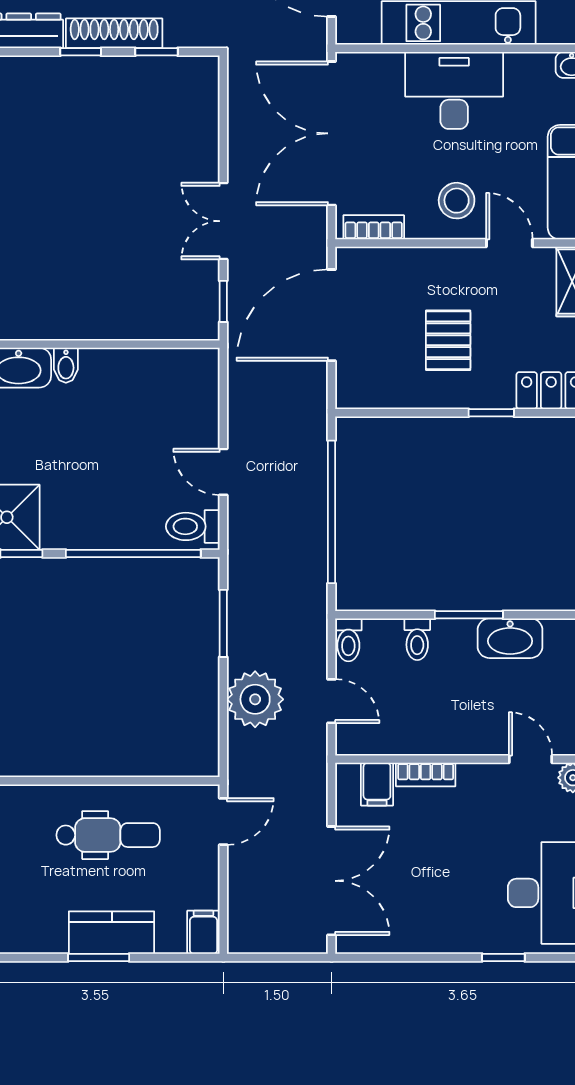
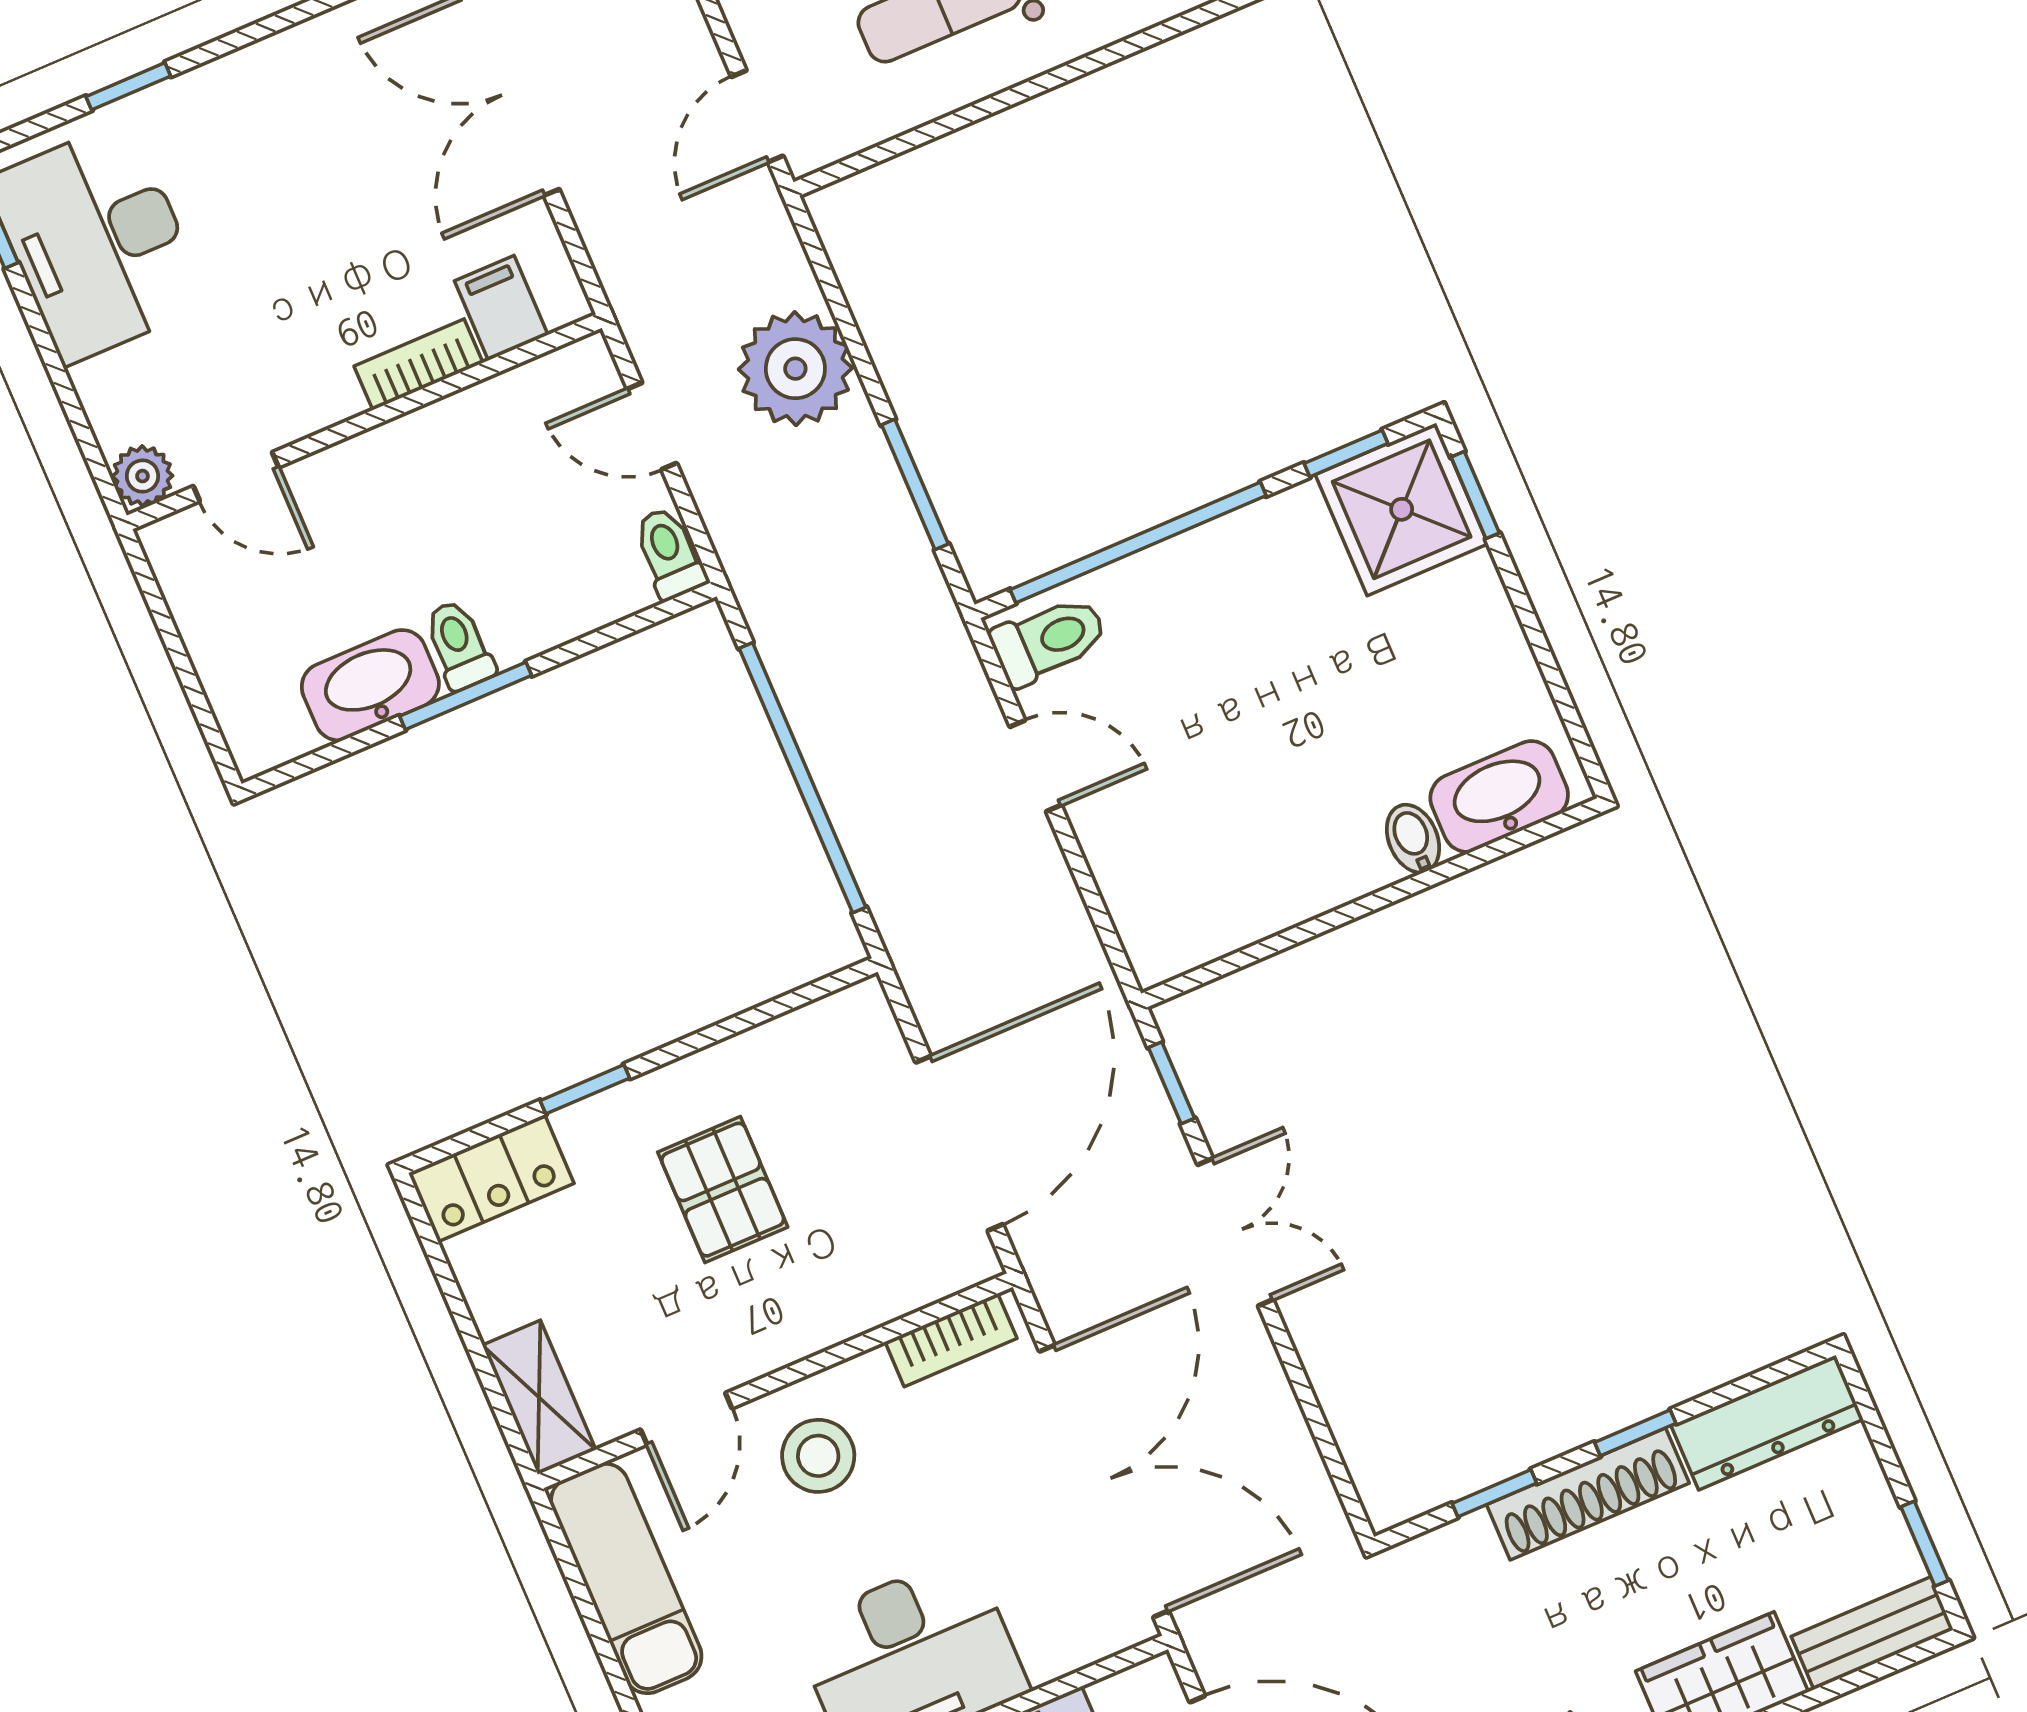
door: (509, 243) -> (686, 1419), hinge flipped
toilet: (417, 639) -> (459, 645), moved

